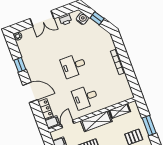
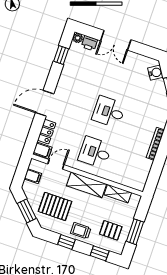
printer: (65, 19) -> (89, 43), moved
window: (20, 65) -> (61, 55), moved
door: (30, 92) -> (45, 103), swing flipped

